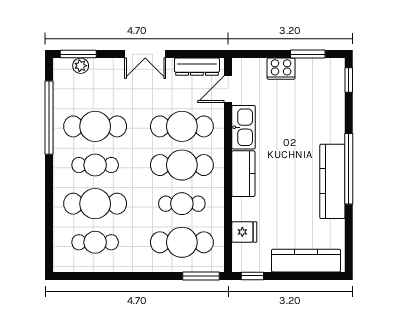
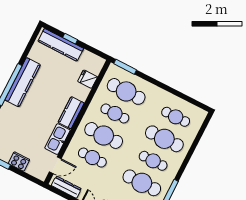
cafe table: (182, 126) -> (92, 158), width x0.73, depth x0.74
window: (252, 276) -> (70, 39), moved

